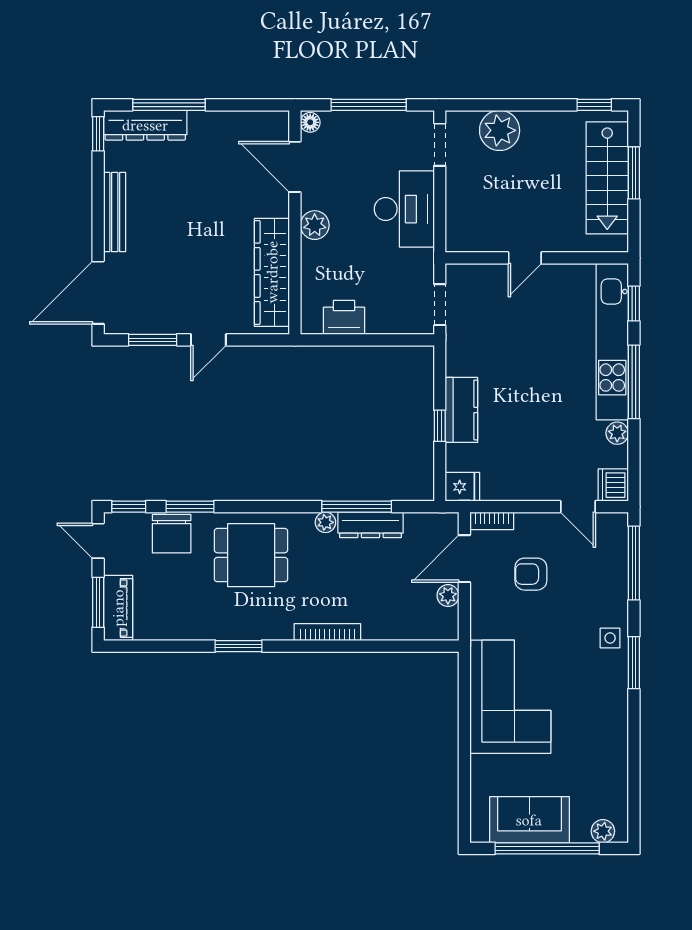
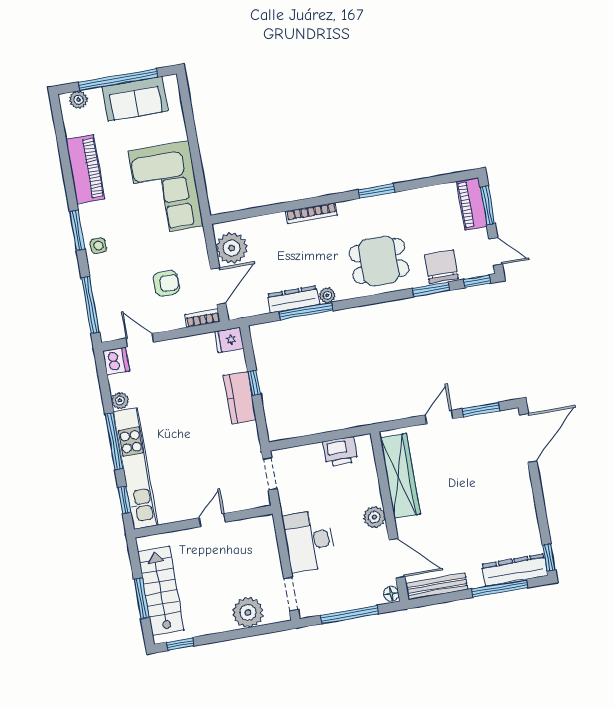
bench: (115, 212) -> (437, 586), moved, turned 90
plant: (448, 596) -> (232, 248), width x1.87, depth x1.87
piano: (610, 740) -> (85, 169), added

